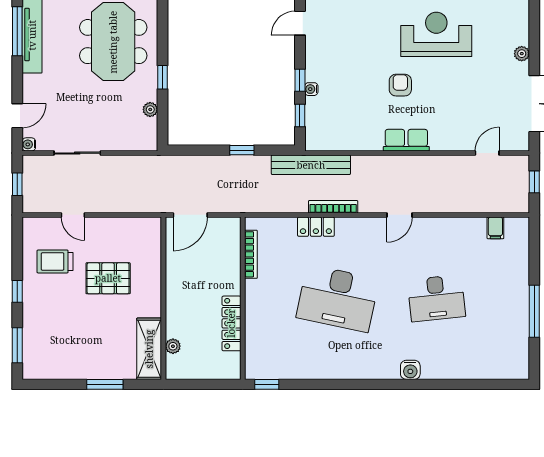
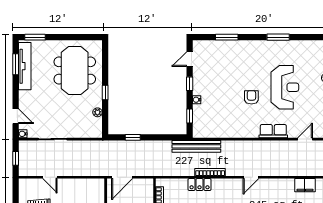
window: (17, 31) -> (16, 64), width x0.69
reception desk: (436, 34) -> (285, 87), moved, turned 90
window: (300, 80) -> (190, 84), moved
door: (17, 116) -> (16, 116), hinge flipped
row of seats: (406, 140) -> (273, 131), moved
window: (242, 150) -> (133, 137), moved
filing cabinet: (495, 228) -> (305, 185), width x2.00

